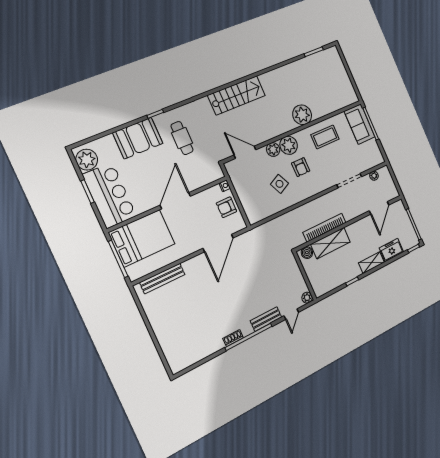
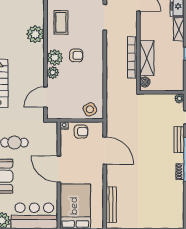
side table: (279, 184) -> (90, 109), moved
armchair: (226, 207) -> (81, 132), turned -90

